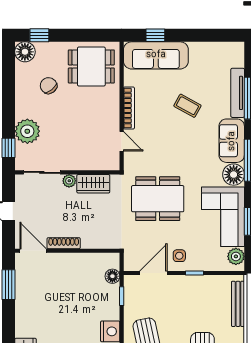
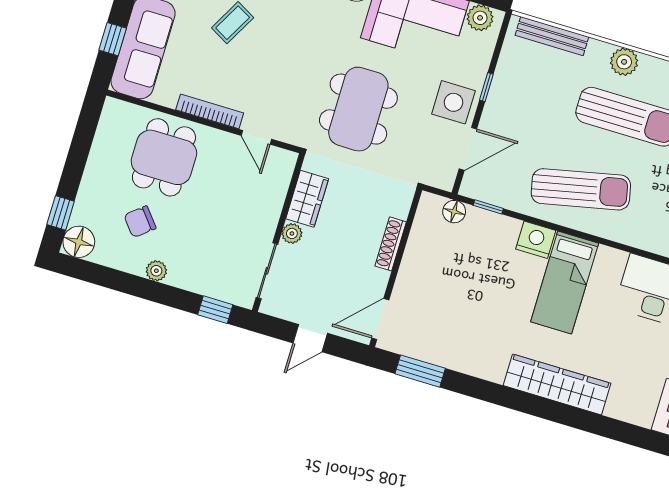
dining table: (91, 66) -> (164, 157), moved
plant: (27, 131) -> (156, 271), moved, width x0.53, depth x0.53
door: (122, 141) -> (256, 137), swing flipped
shoe rack: (64, 243) -> (391, 244), moved
side table: (179, 256) -> (453, 102), width x1.87, depth x1.87
door: (153, 273) -> (468, 149), swing flipped

